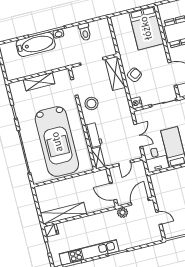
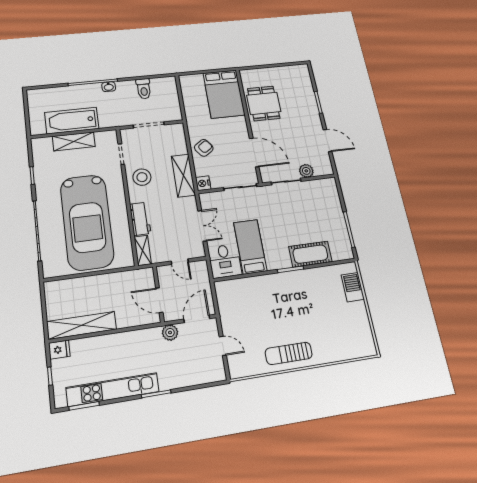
bathtub: (36, 44) -> (72, 121), moved, turned 180
shelving: (115, 73) -> (183, 176), moved
door: (125, 163) -> (180, 262), hinge flipped

